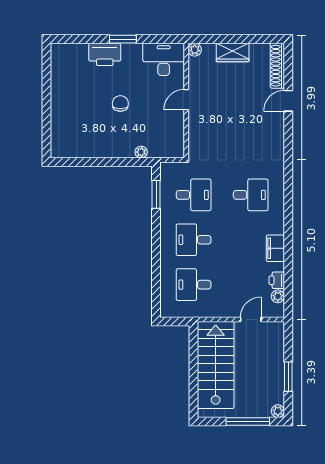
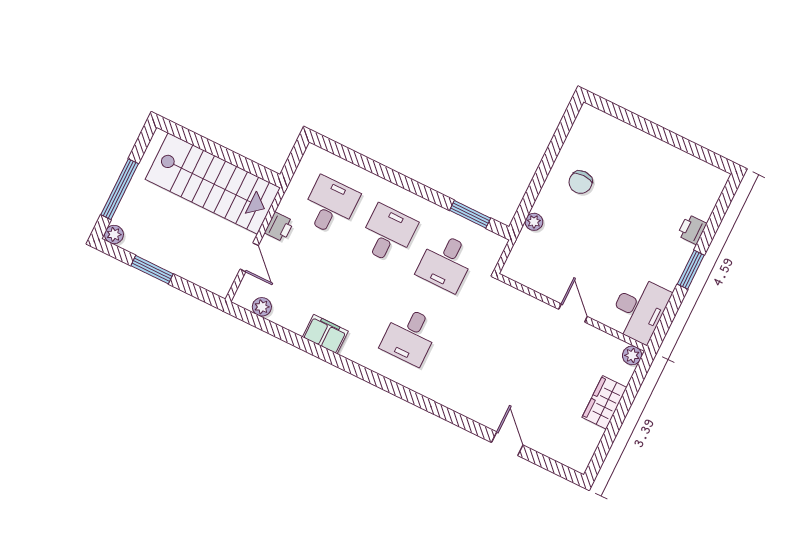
printer: (105, 54) -> (692, 230), width x0.53, depth x0.68
shoe rack: (277, 66) -> (559, 452), removed
chair: (120, 104) -> (581, 182), moved, turned 90
printer: (277, 280) -> (279, 227), moved, turned 90

